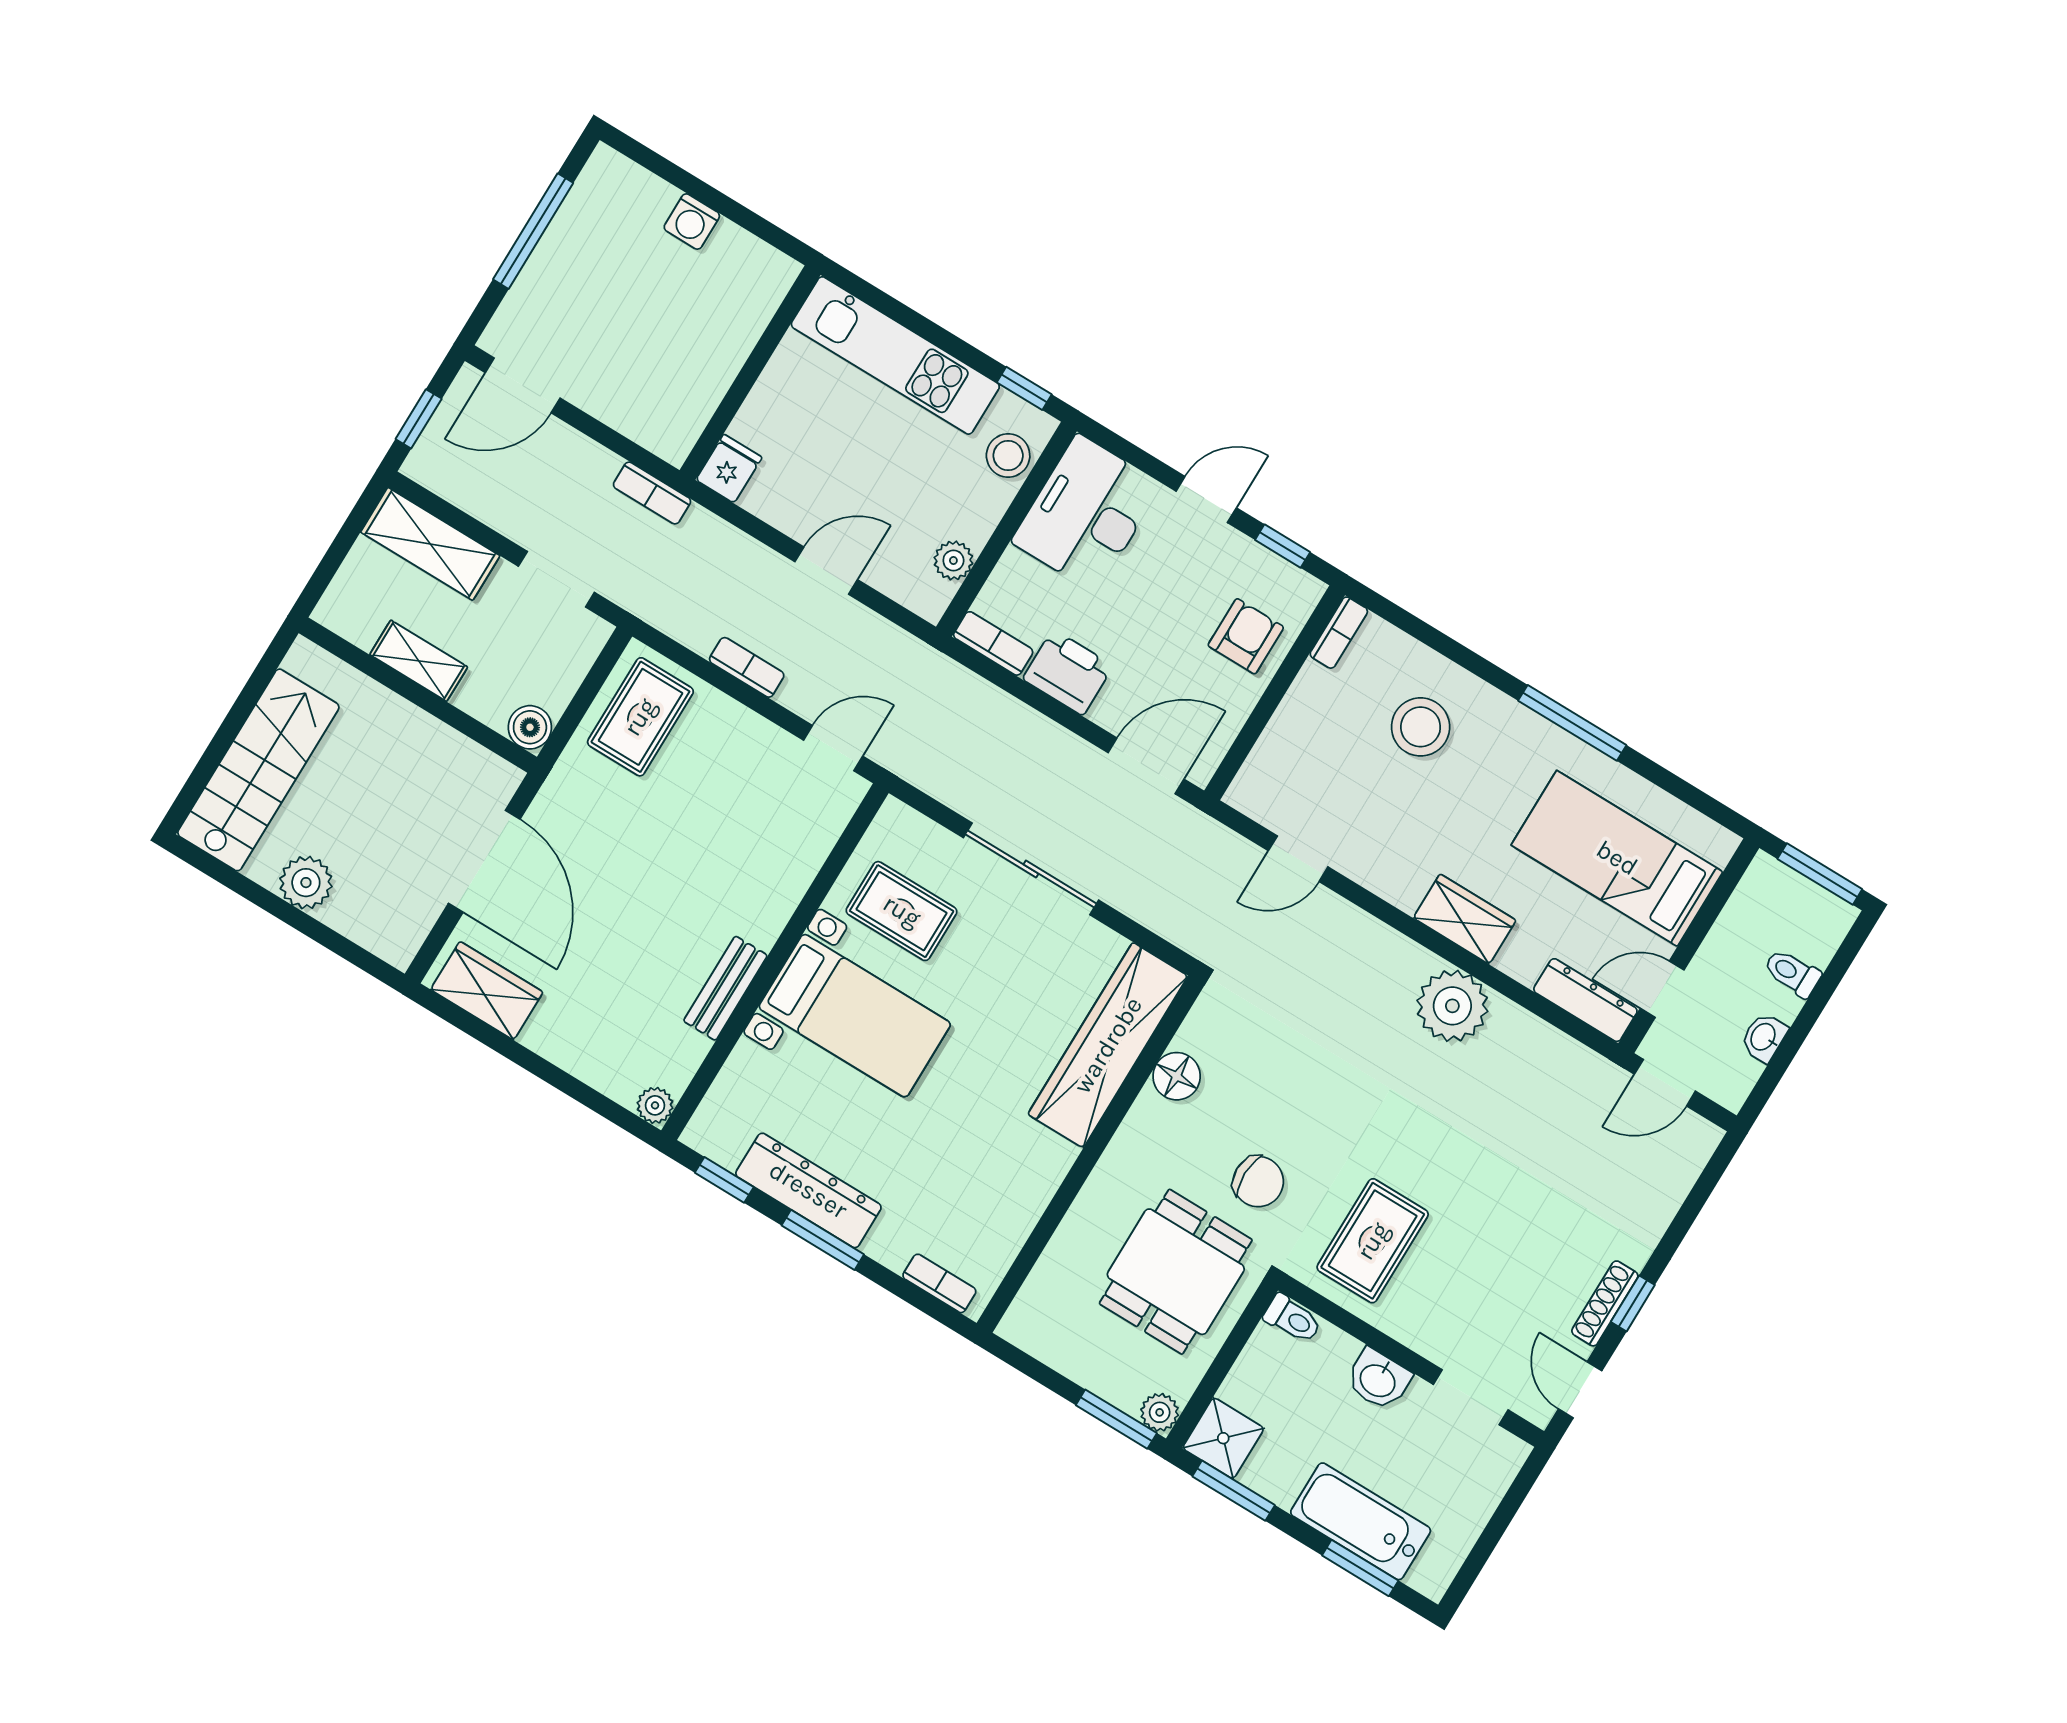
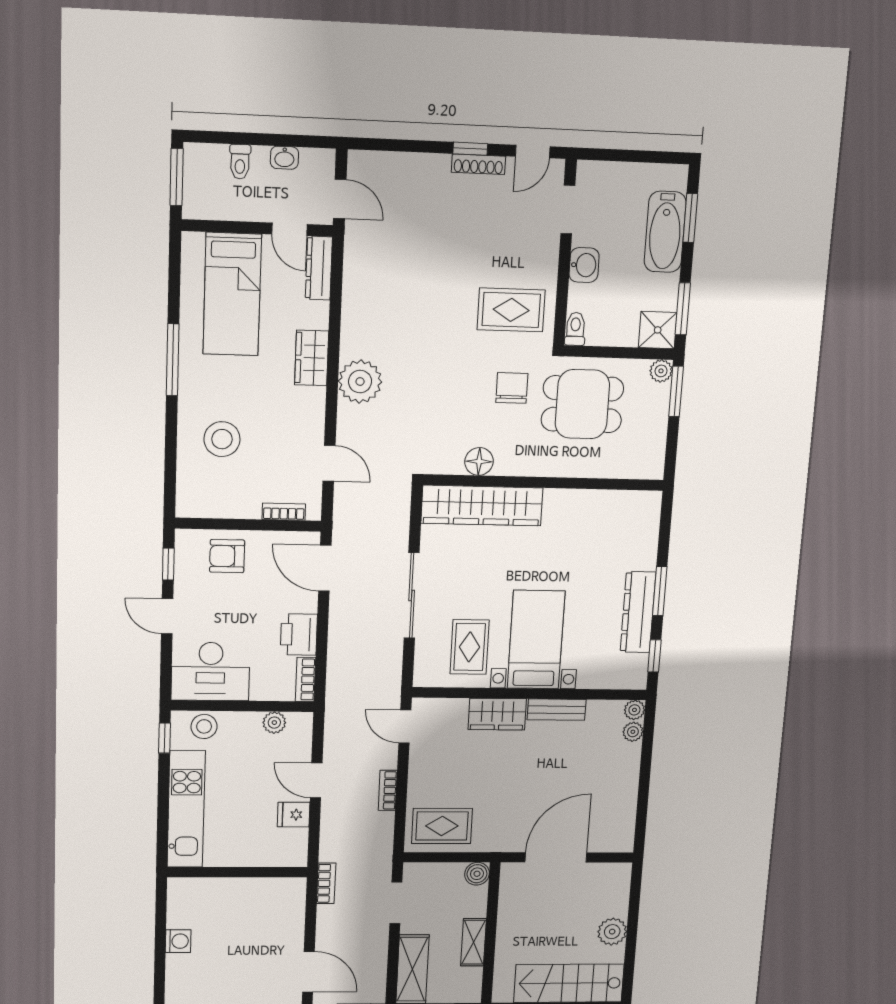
fridge: (729, 469) -> (294, 815), moved
bookcase: (1339, 633) -> (284, 512), moved
wardrobe: (487, 991) -> (497, 714), moved, turned -90
plant: (1452, 1006) -> (360, 382), moved
plant: (621, 1085) -> (633, 732), added
bookcase: (939, 1283) -> (652, 521), removed

